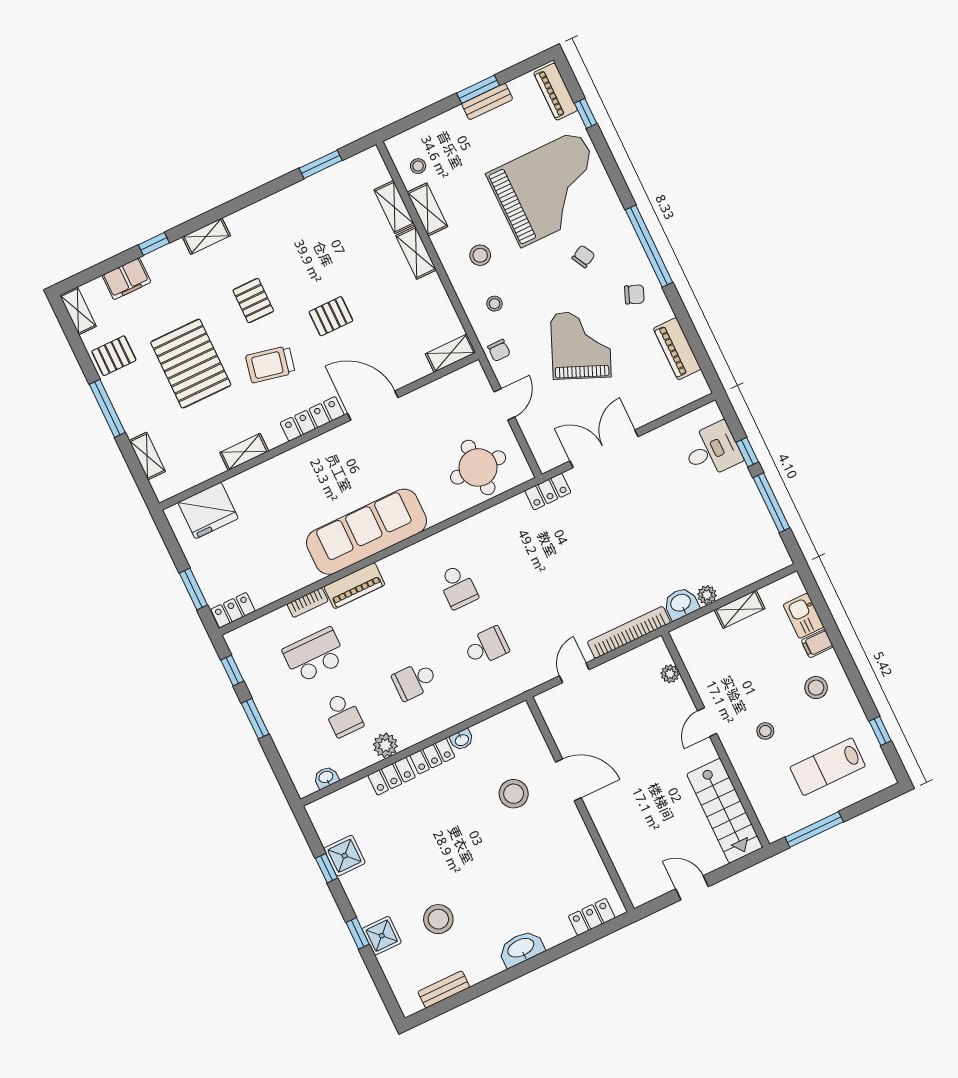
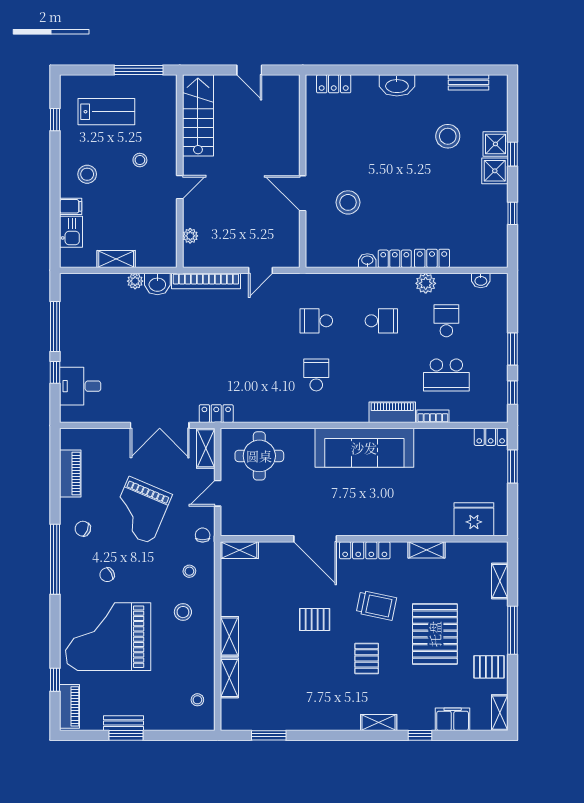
shelving: (427, 209) -> (206, 448), moved
shower: (345, 856) -> (495, 171), moved

